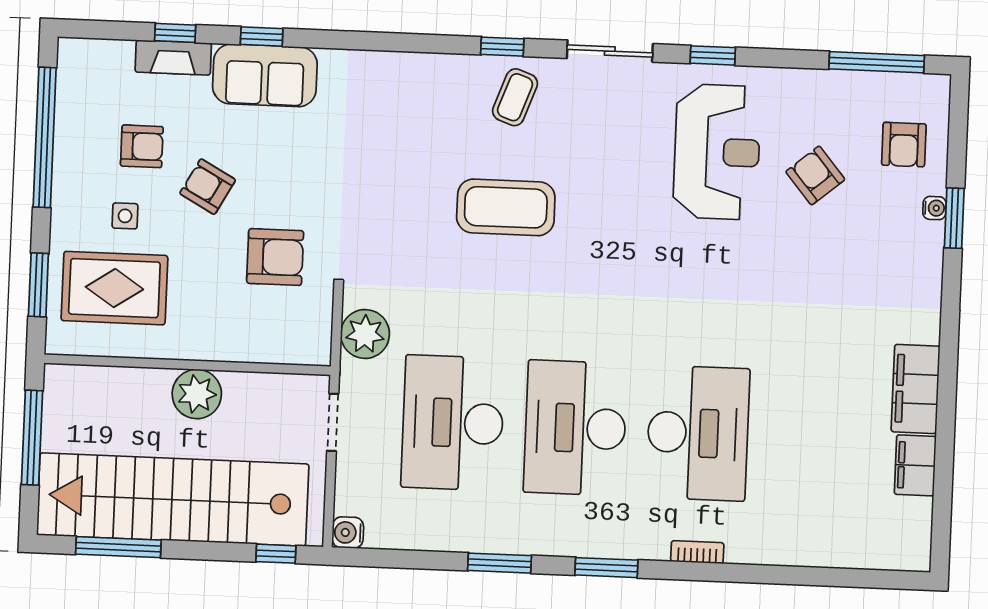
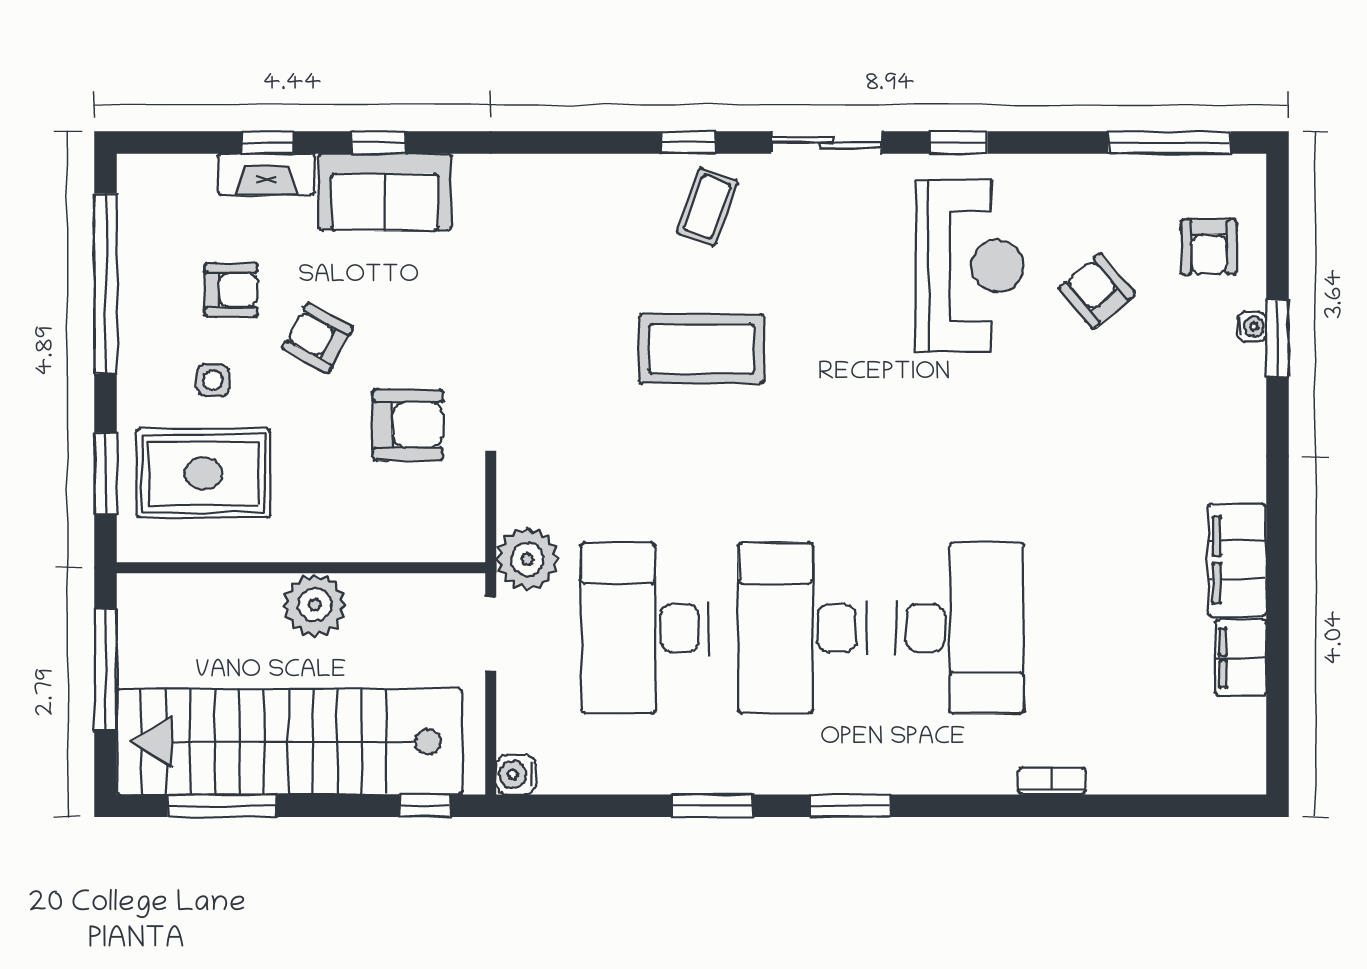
plant: (365, 334) -> (527, 559), moved
bookcase: (697, 552) -> (1052, 781), moved

